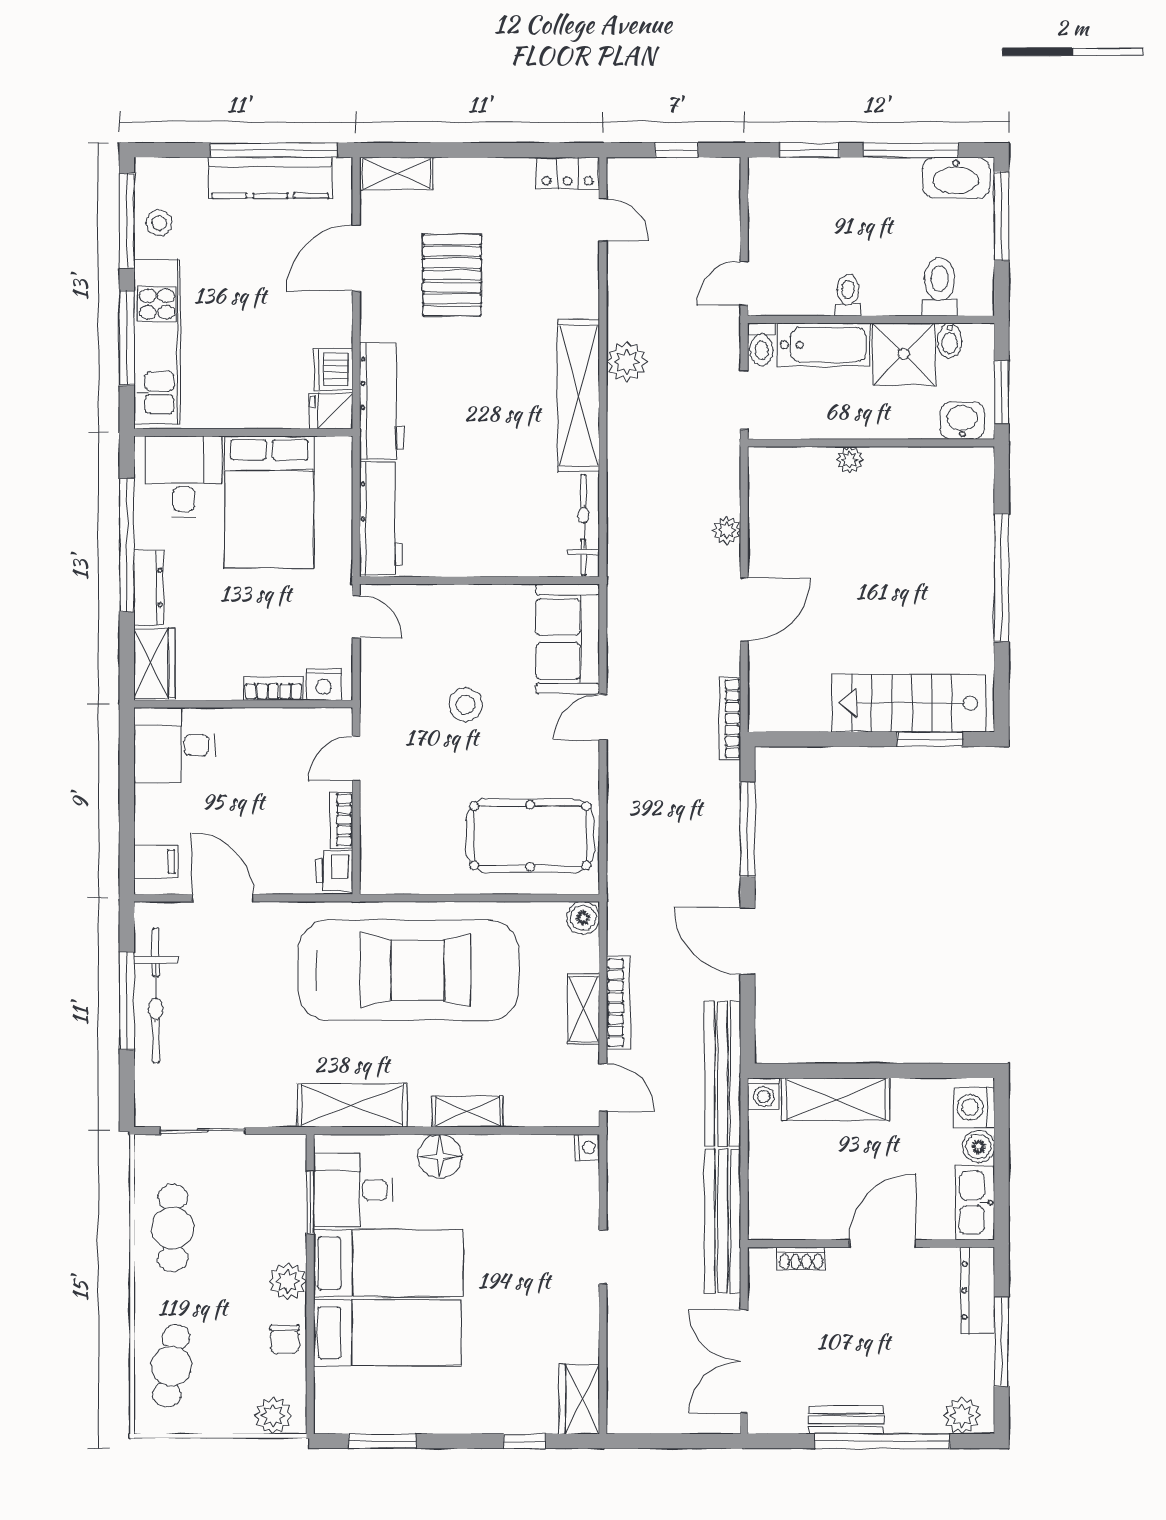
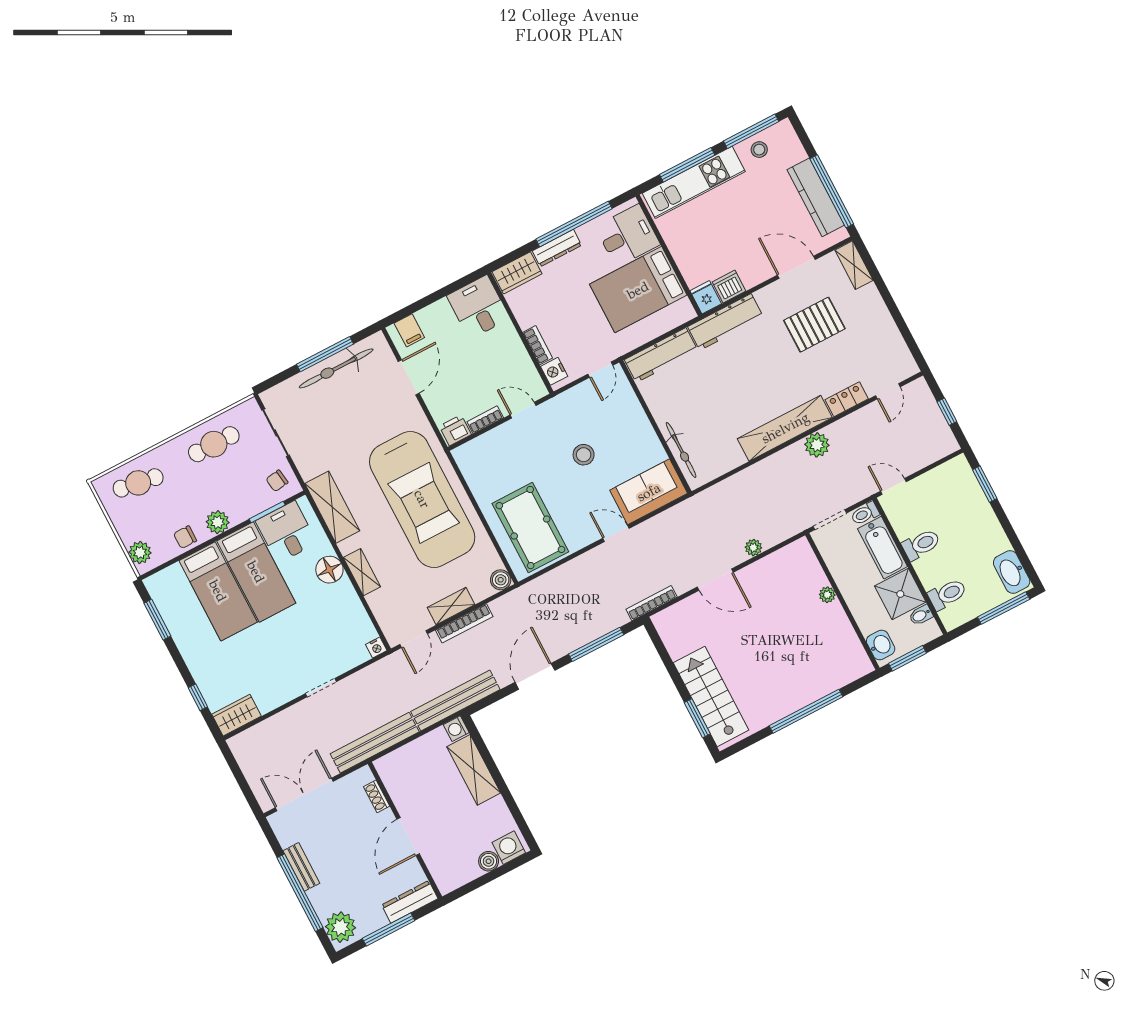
window: (911, 150) -> (1014, 539), removed
locker: (567, 173) -> (847, 399), moved, turned 90
toilet: (848, 295) -> (921, 544), width x1.37, depth x1.39
bicycle: (583, 525) -> (681, 450), moved, turned 90
chair: (273, 1165) -> (277, 481), added
kitchen sink: (975, 1203) -> (457, 875), removed
door: (882, 1244) -> (408, 836), swing flipped
plant: (962, 1416) -> (340, 927), width x1.36, depth x1.36

